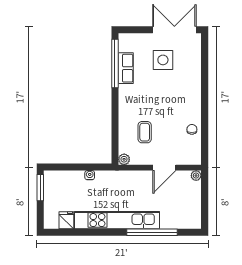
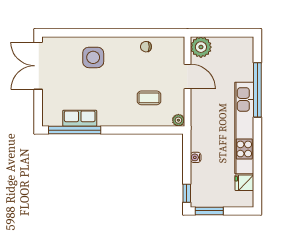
side table: (163, 60) -> (93, 57), moved
window: (57, 167) -> (187, 193), added
plant: (196, 176) -> (201, 47), width x1.88, depth x1.88

